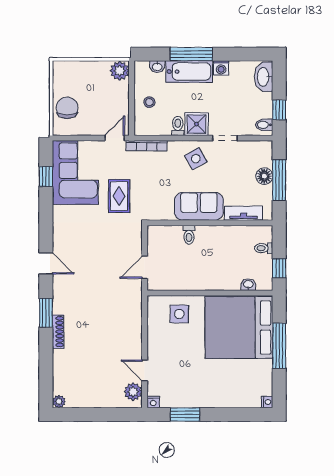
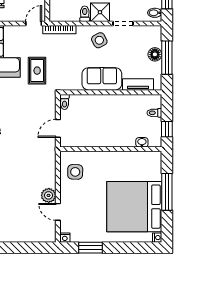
toilet: (189, 235) -> (65, 102), moved
side table: (179, 314) -> (75, 172), moved
bed: (239, 328) -> (134, 207), moved
plant: (133, 392) -> (49, 195), moved

